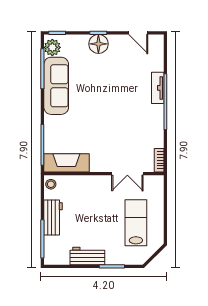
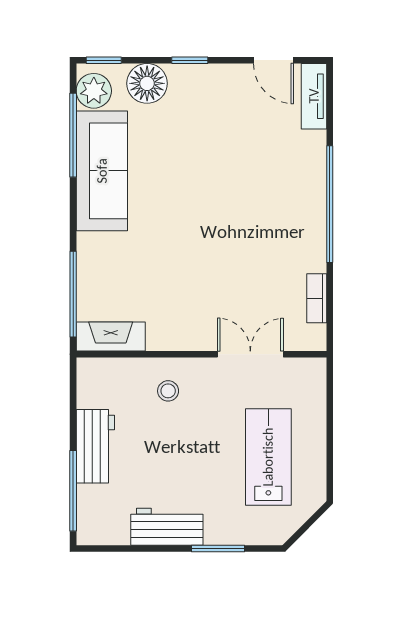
floor lamp: (98, 44) -> (147, 83), moved
tv unit: (158, 88) -> (314, 96), moved
bookcase: (159, 160) -> (317, 298), moved
fireplace: (66, 163) -> (111, 337), width x0.73, depth x0.76
double door: (127, 174) -> (250, 354), swing flipped
stool: (51, 184) -> (168, 391), moved

